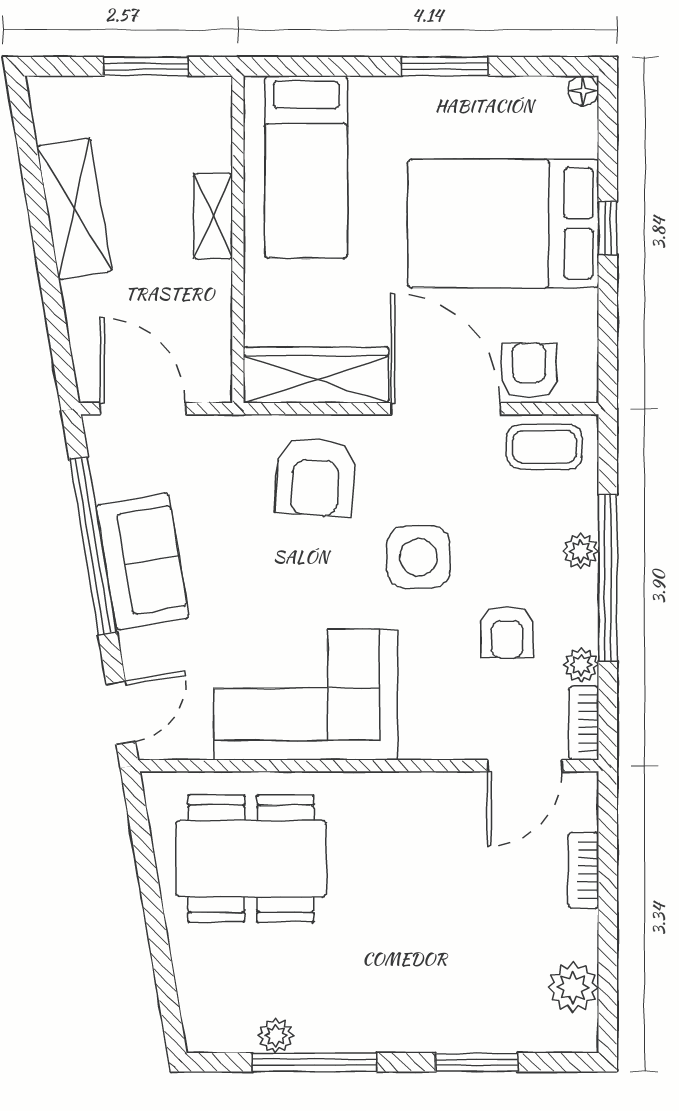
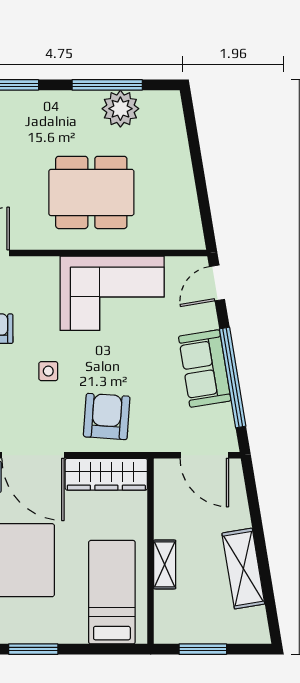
side table: (419, 557) -> (48, 371), width x0.54, depth x0.54
dining table: (251, 859) -> (91, 192), moved
plant: (276, 1036) -> (120, 109), width x1.88, depth x1.88

